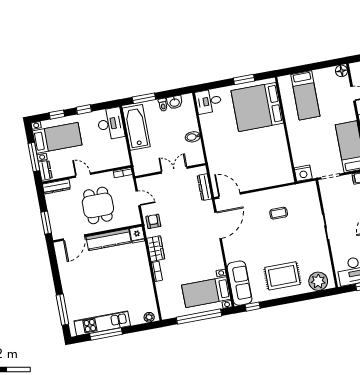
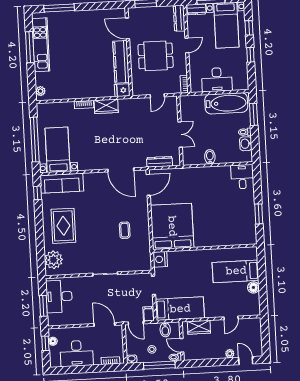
floor lamp: (342, 71) -> (253, 287), moved
bed: (257, 107) -> (172, 226), moved
desk: (111, 124) -> (217, 80), moved
armchair: (153, 221) -> (133, 108), removed

